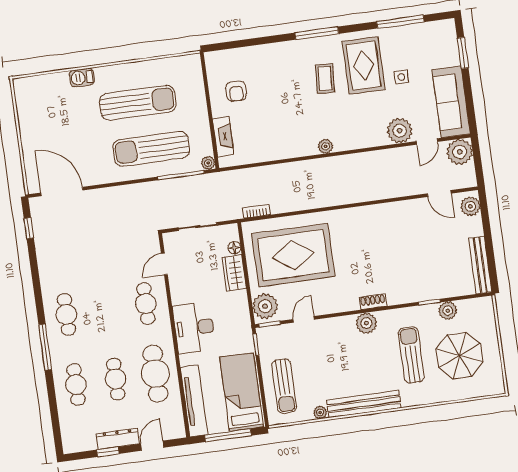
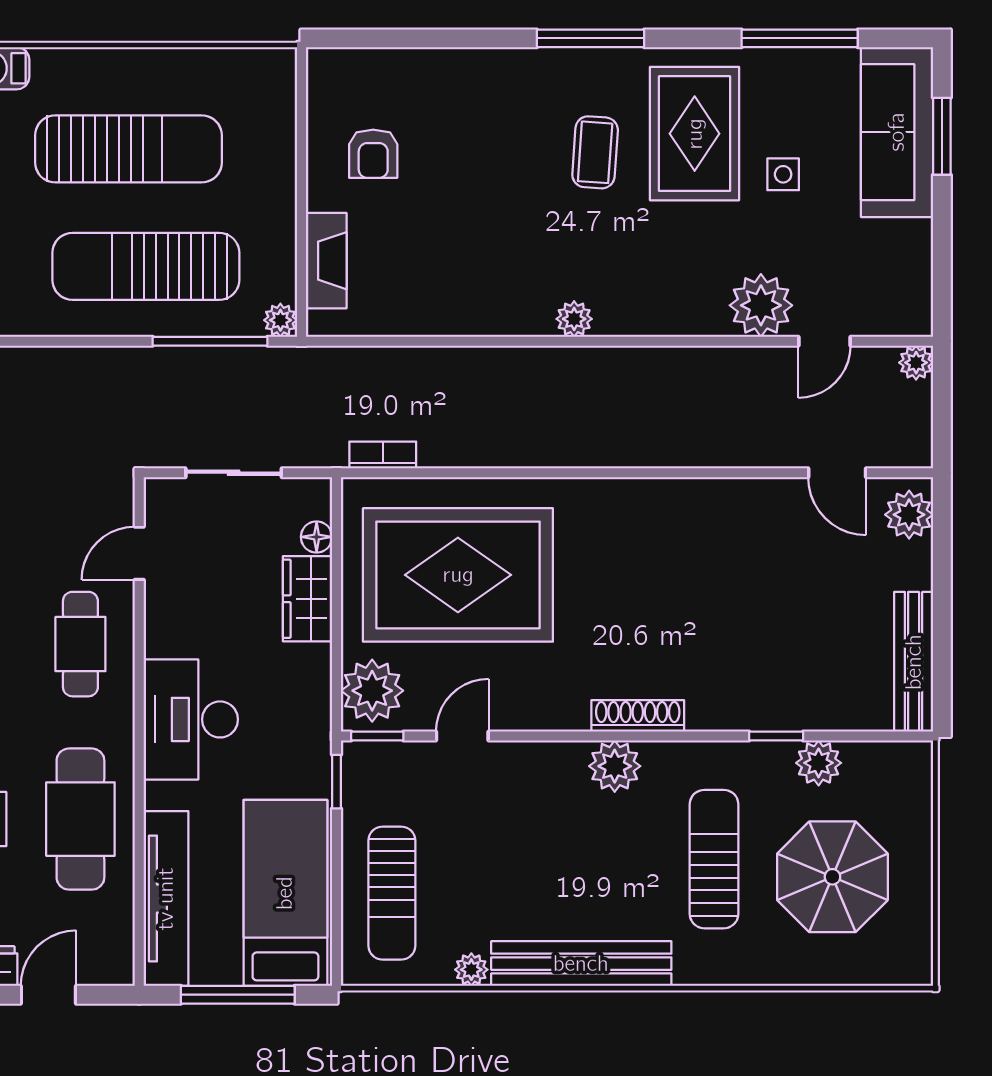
sofa: (451, 102) -> (897, 132), moved
plant: (460, 152) -> (916, 363), width x0.53, depth x0.53
shoe rack: (373, 302) -> (638, 716), width x1.43

